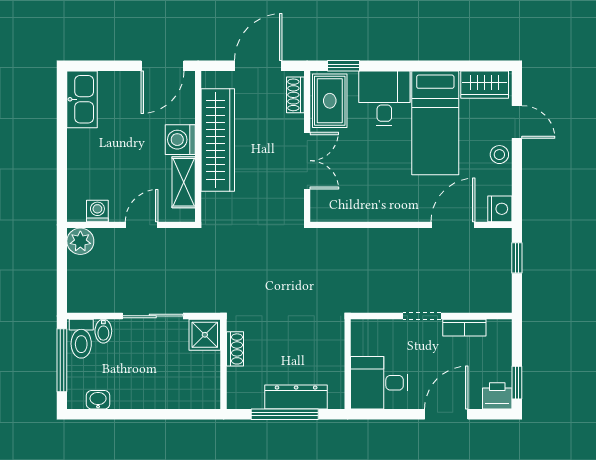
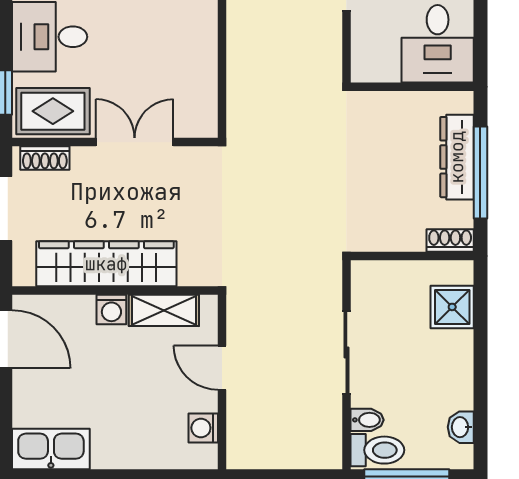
washing machine: (180, 140) -> (111, 309), width x0.73, depth x0.73
plant: (80, 241) -> (244, 451), removed
shower: (205, 335) -> (452, 307), moved
shoe rack: (235, 349) -> (450, 240), moved

